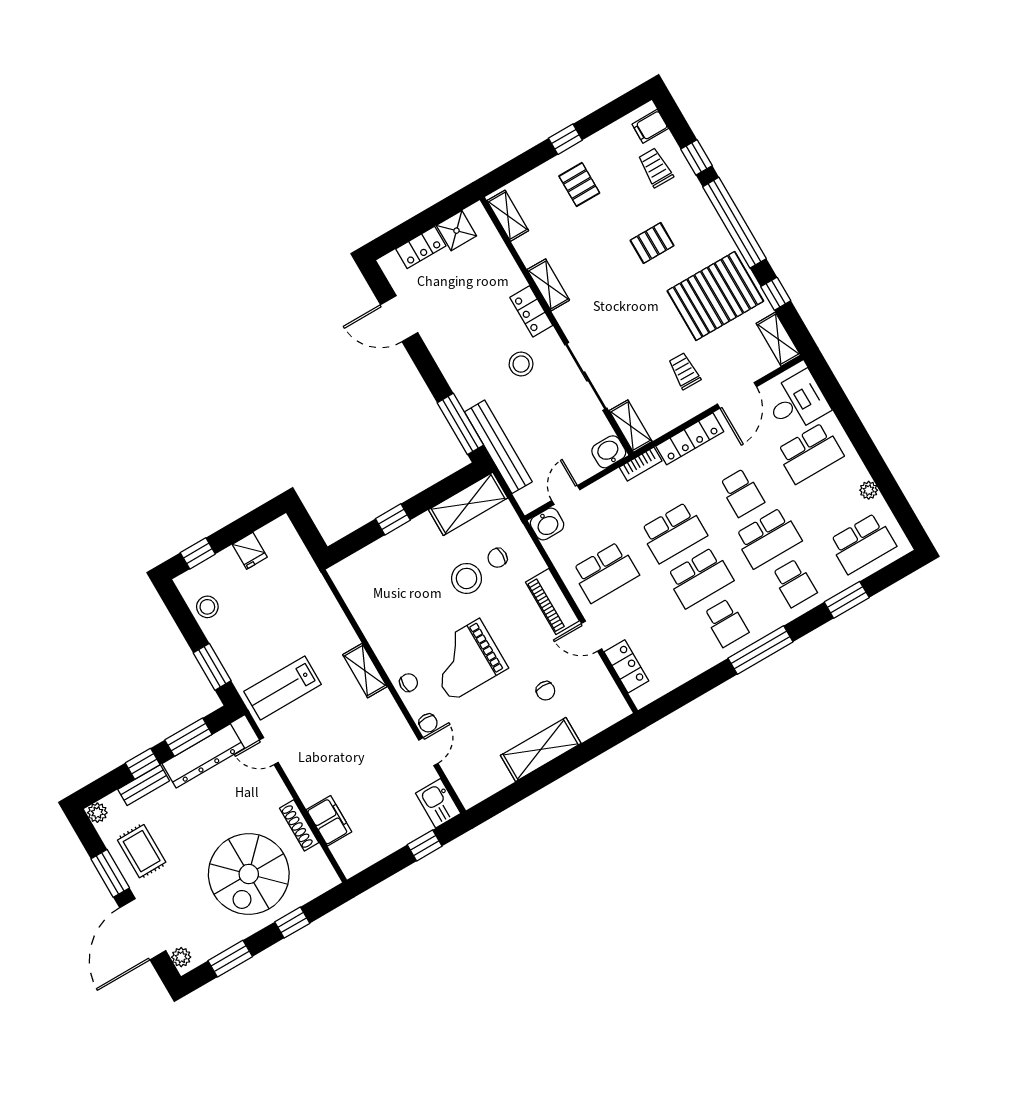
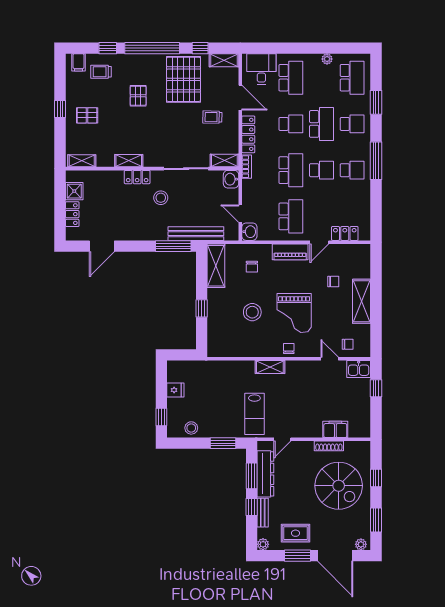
stool: (467, 578) -> (252, 312), moved
school desk: (700, 578) -> (321, 170), width x0.54
chair: (428, 723) -> (348, 344), moved

